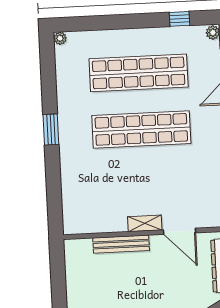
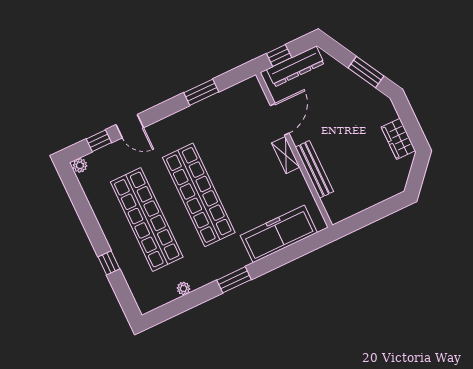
window: (180, 19) -> (109, 263), moved
plant: (60, 38) -> (184, 288), moved
freezer: (76, 187) -> (279, 234), added

